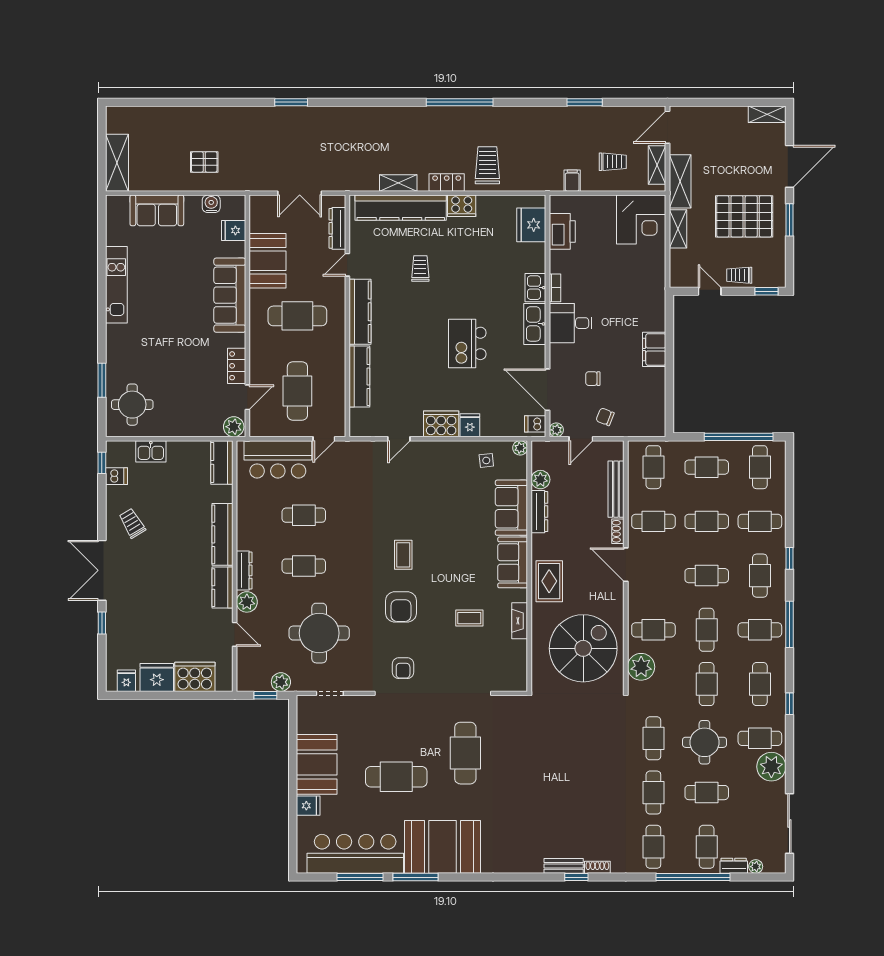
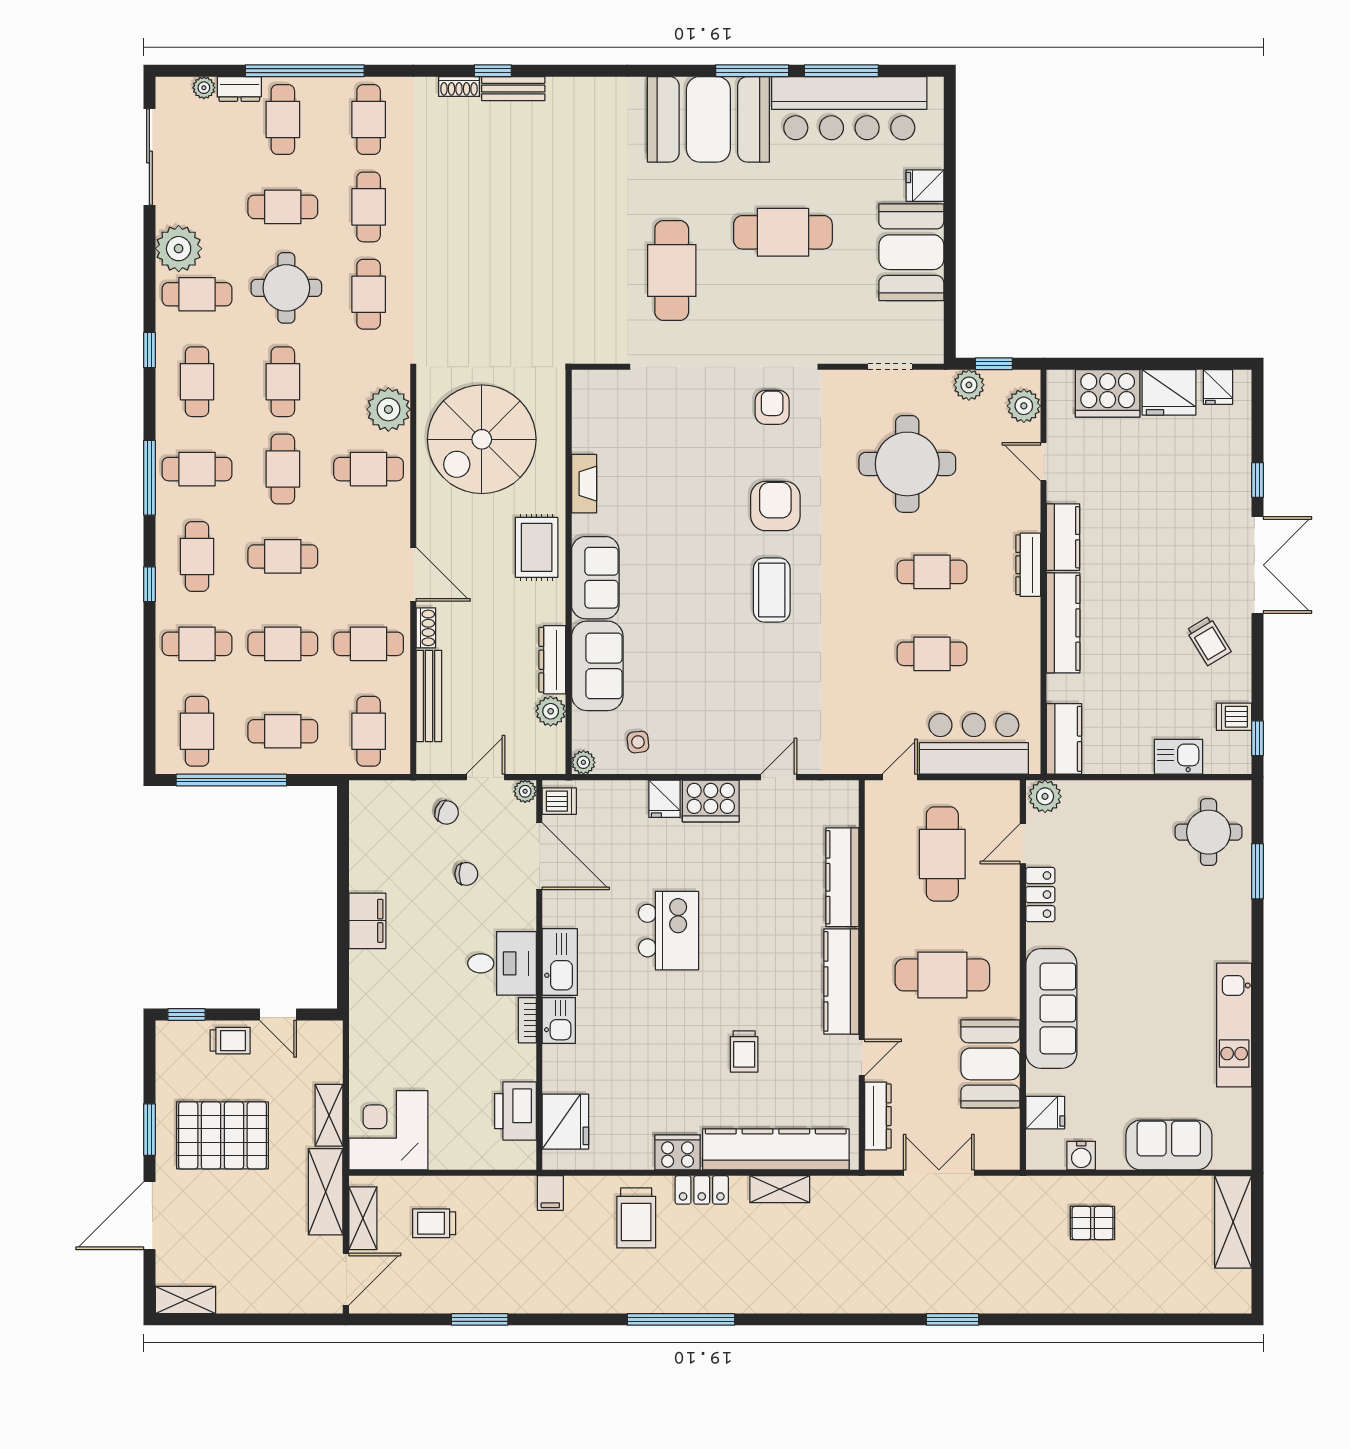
filing cabinet: (572, 181) -> (550, 1193), moved
coffee table: (403, 555) -> (772, 590), width x1.36, depth x1.30
plant: (247, 602) -> (1024, 406), moved
coffee table: (469, 618) -> (665, 488), removed

